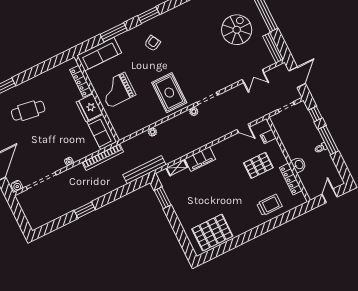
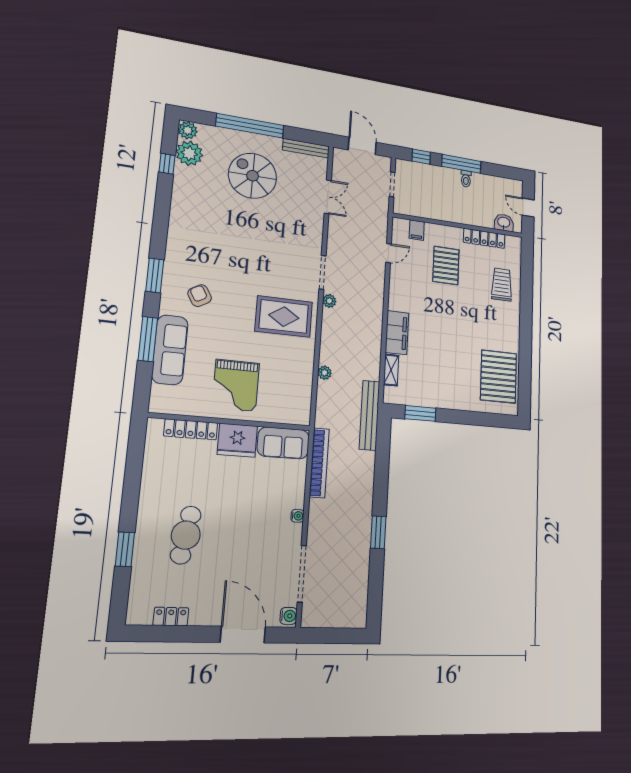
sofa: (99, 54) -> (170, 350), moved
washbasin: (299, 165) -> (504, 223), moved

